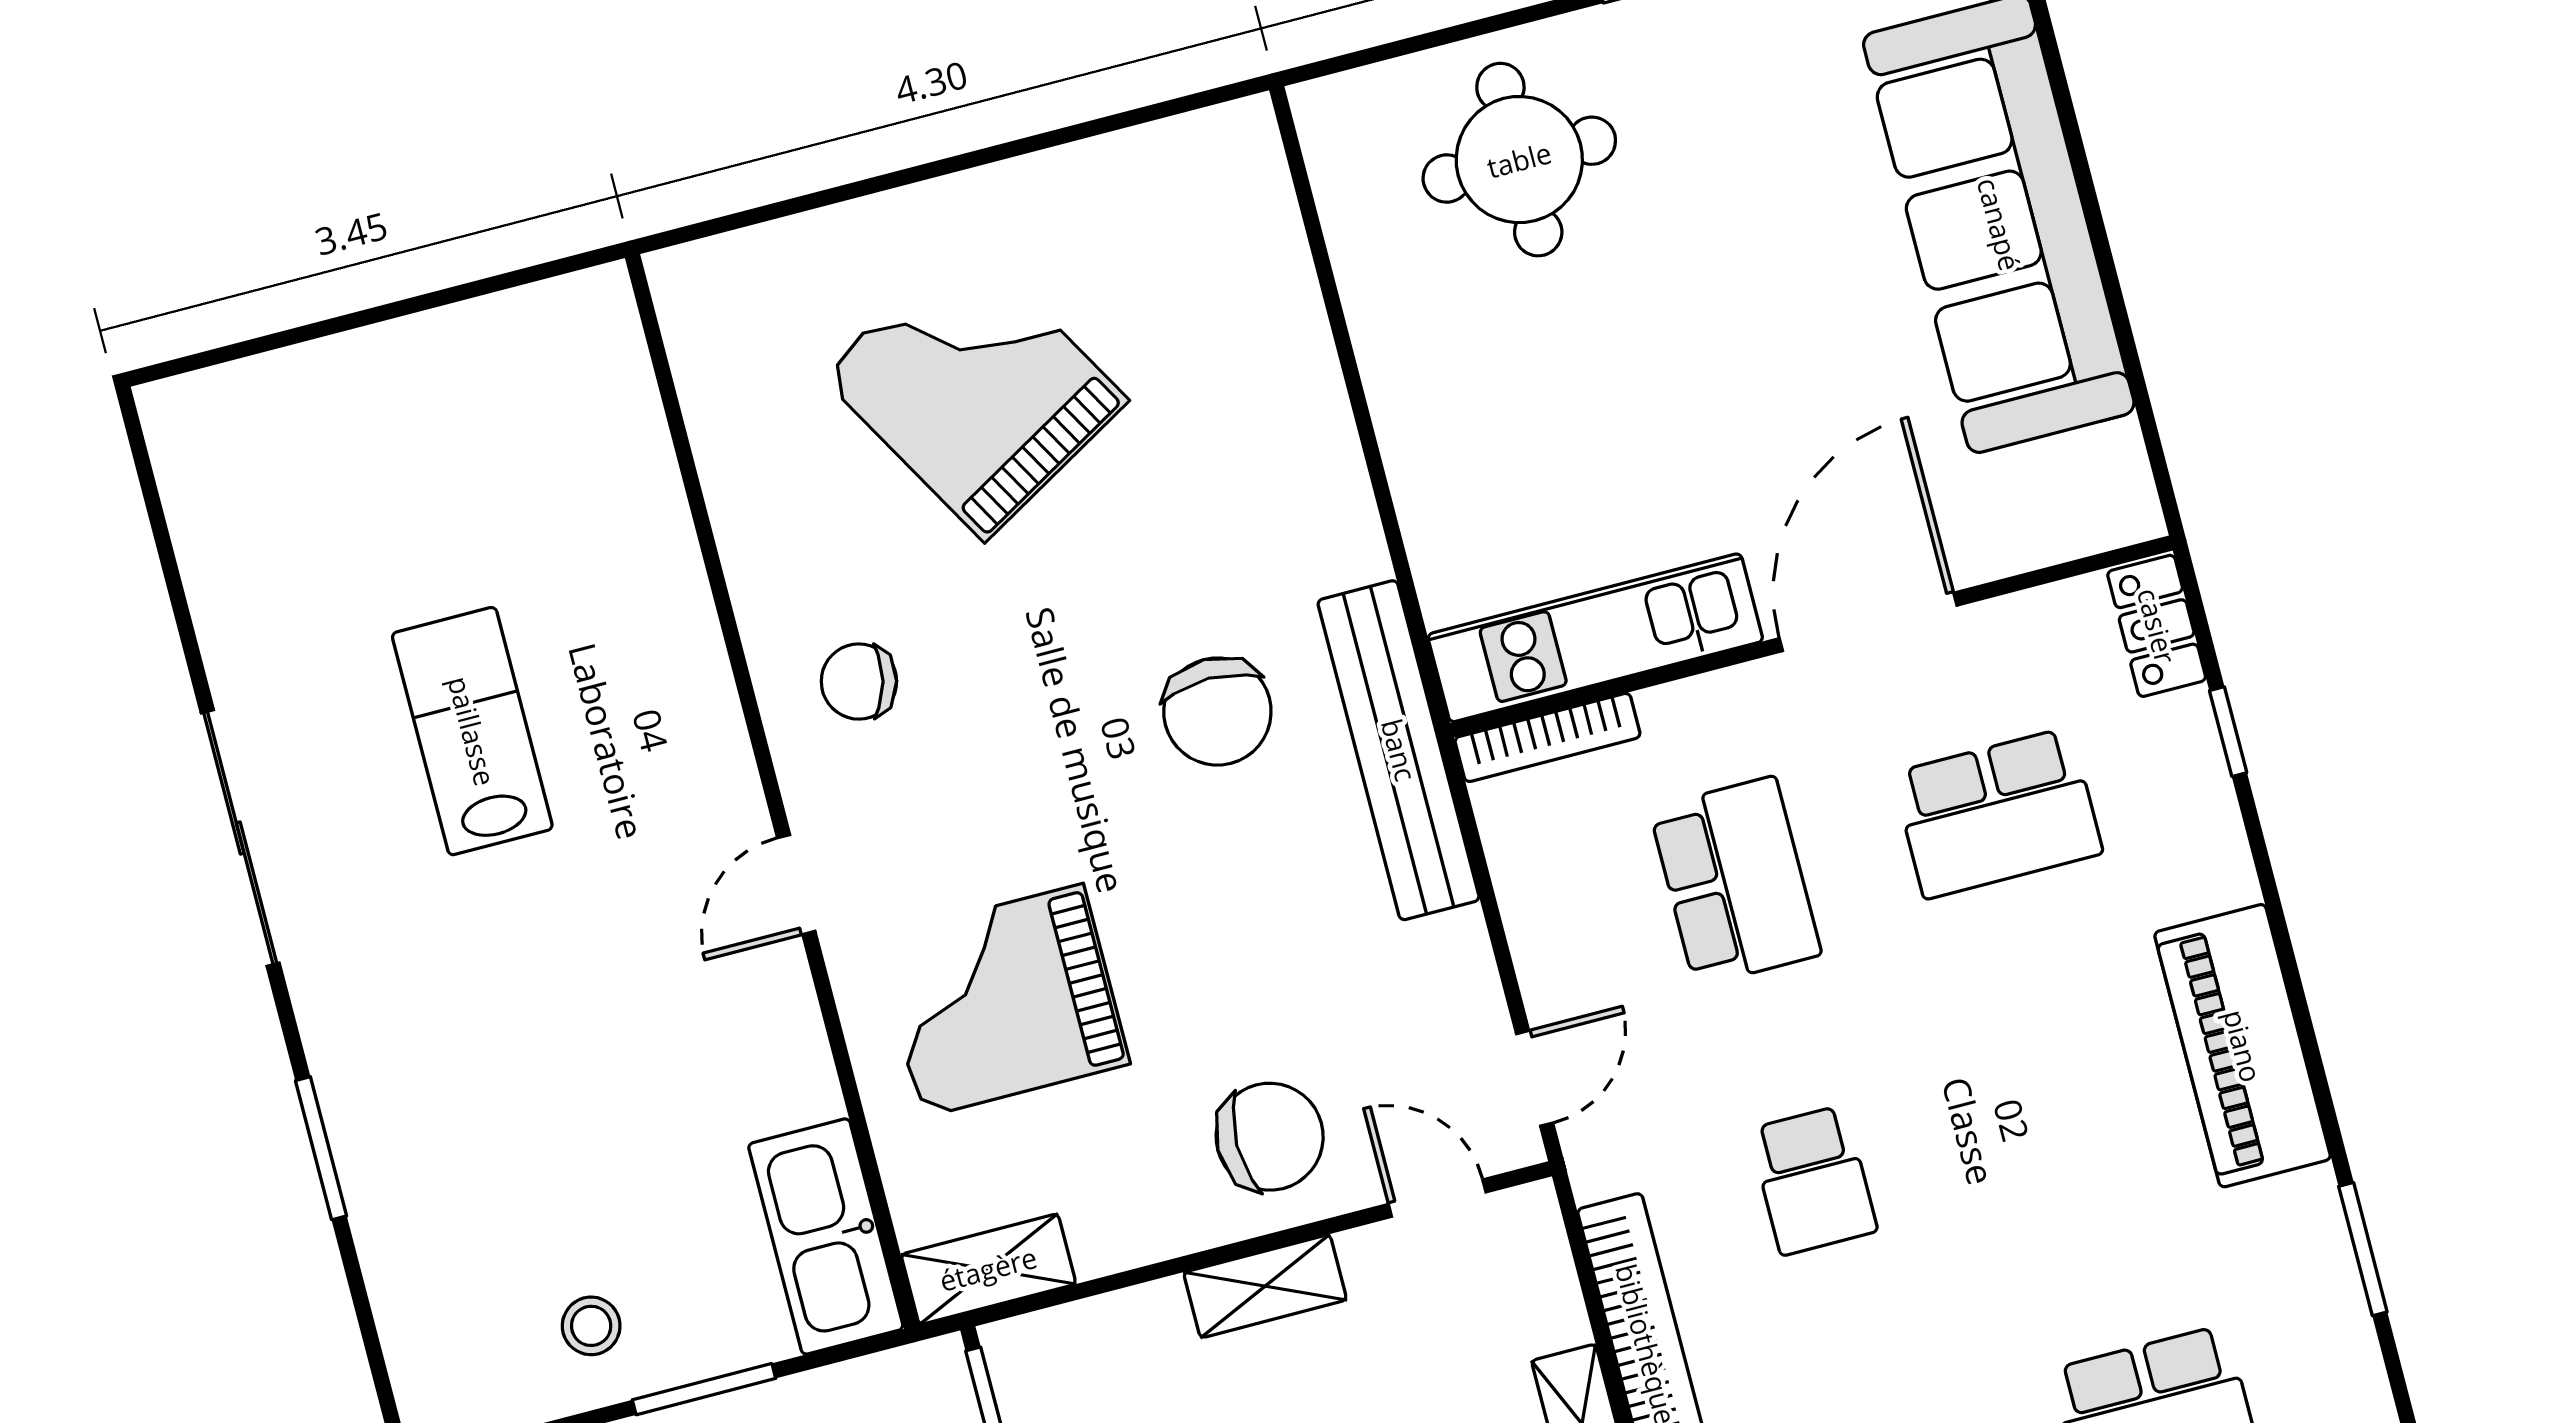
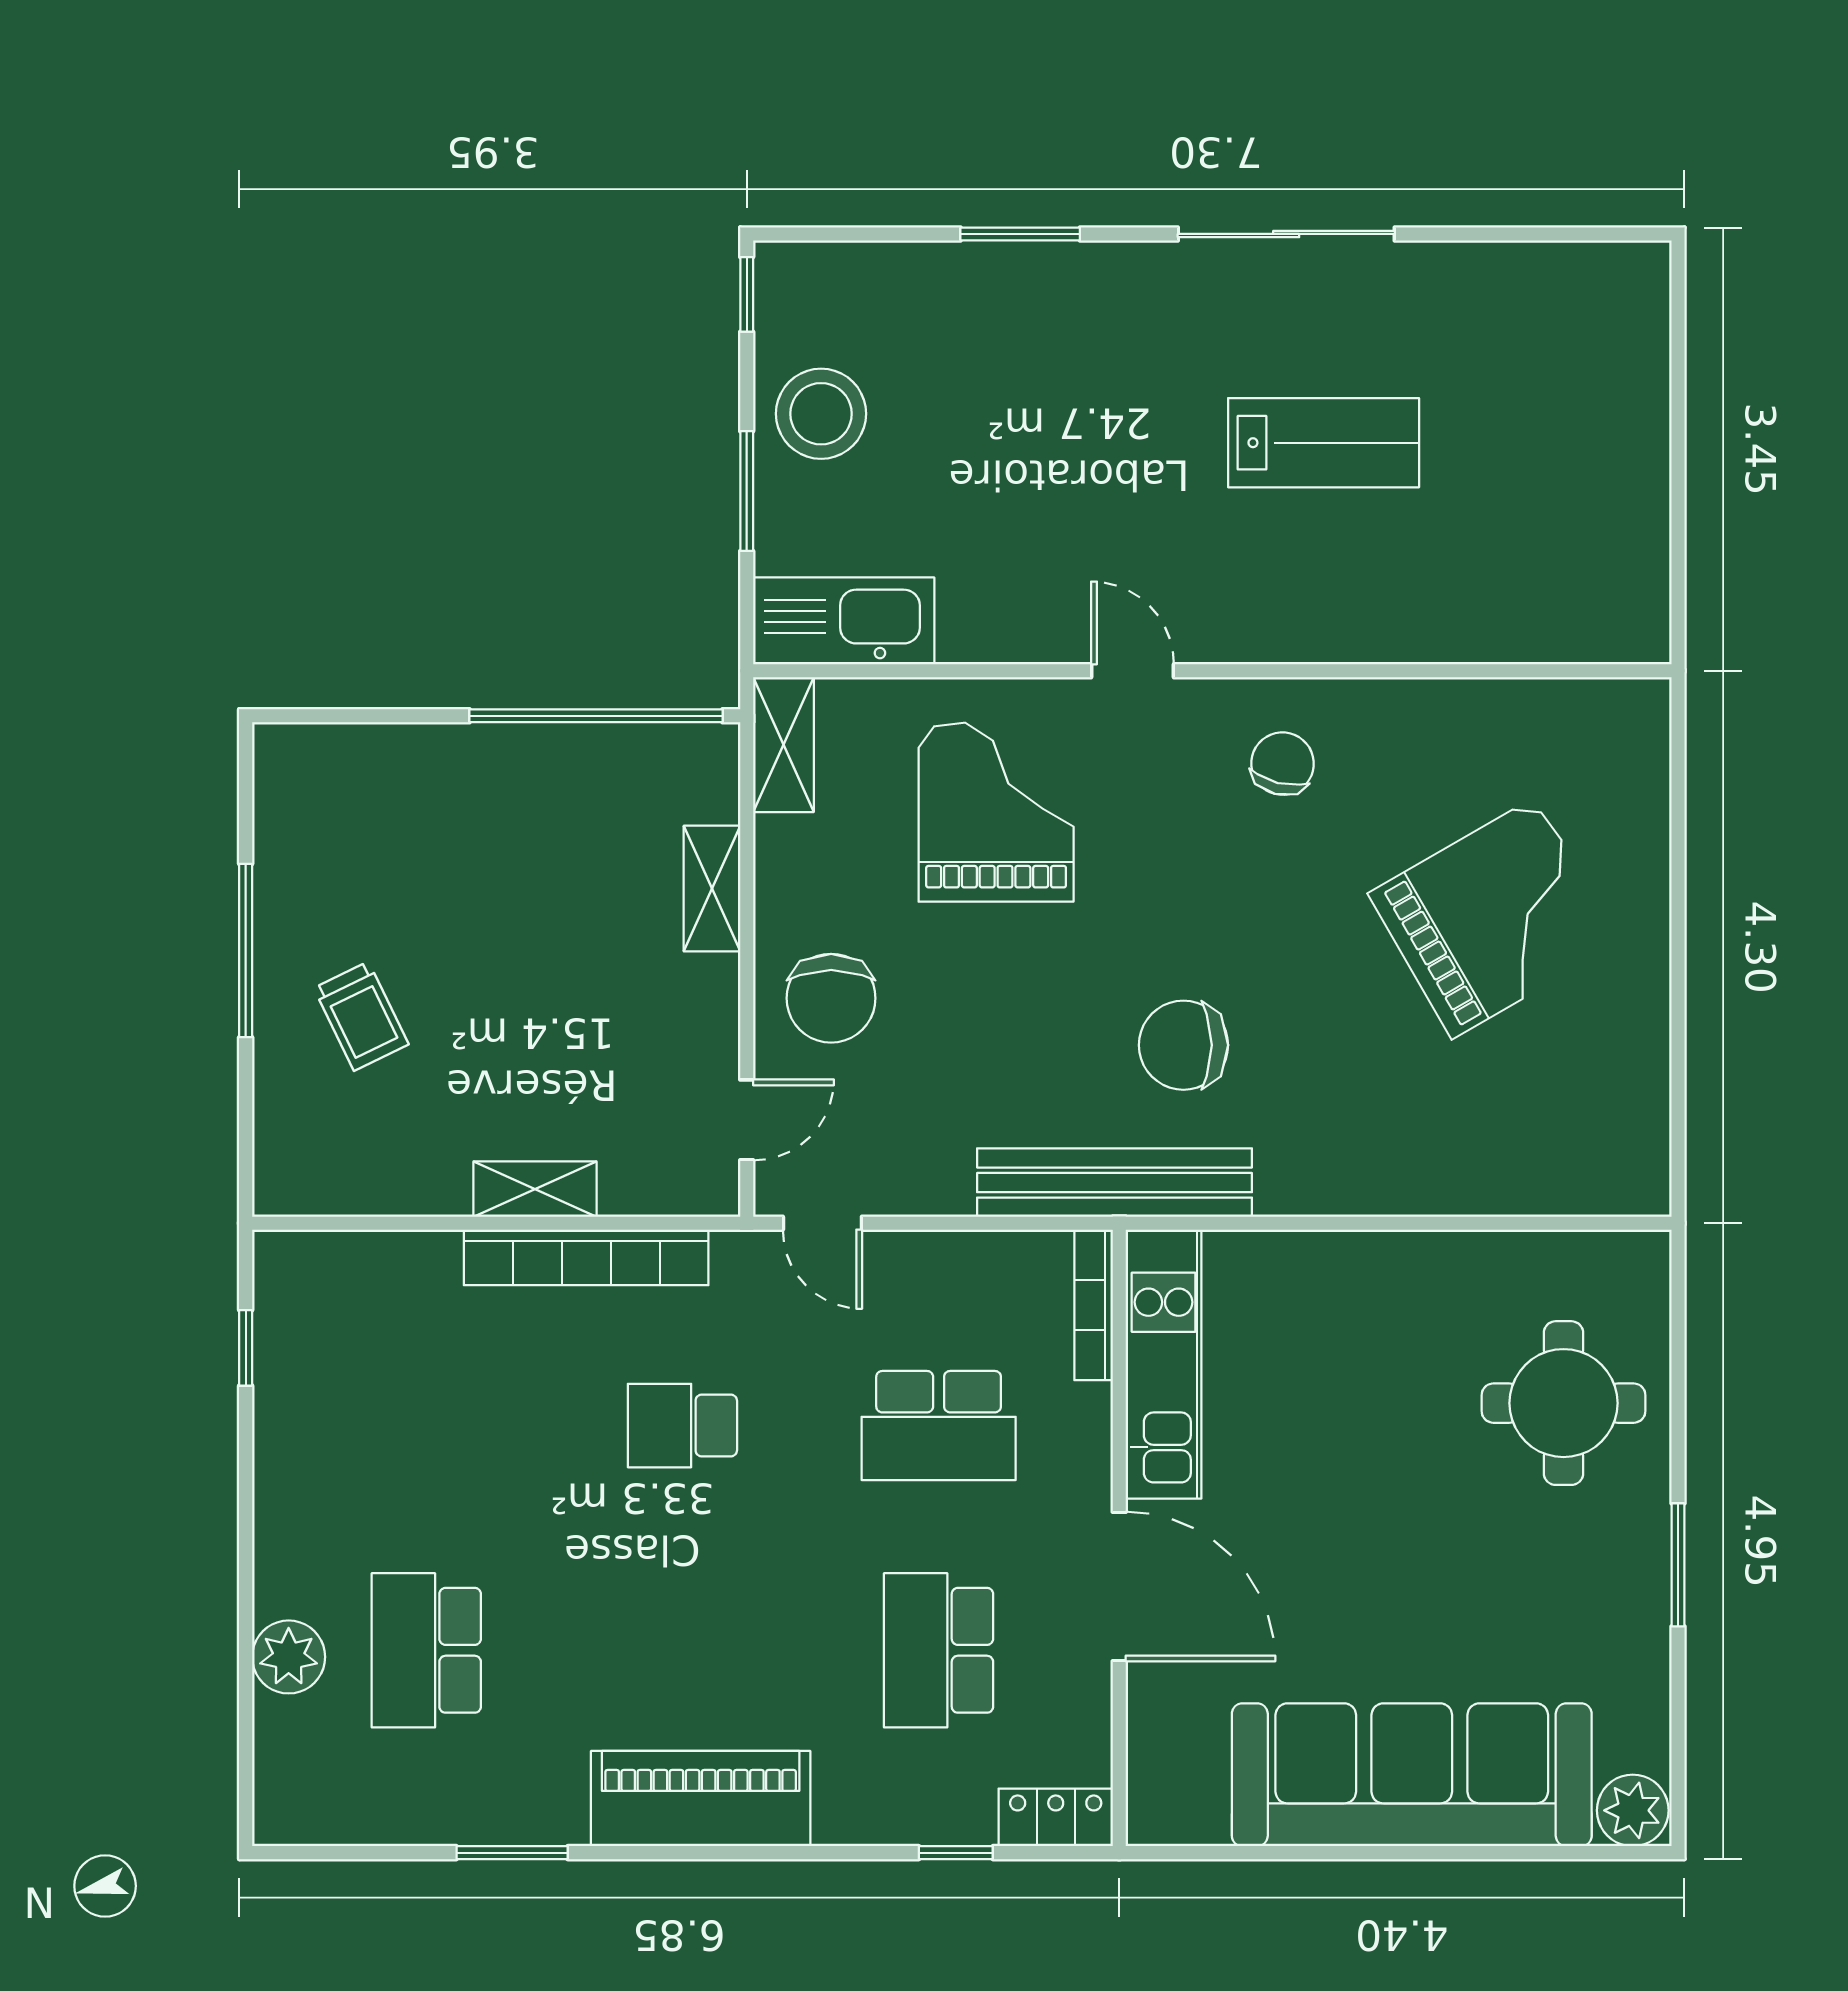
shelving: (1265, 1286) -> (712, 889), moved
stool: (591, 1326) -> (821, 414), width x1.89, depth x1.89

